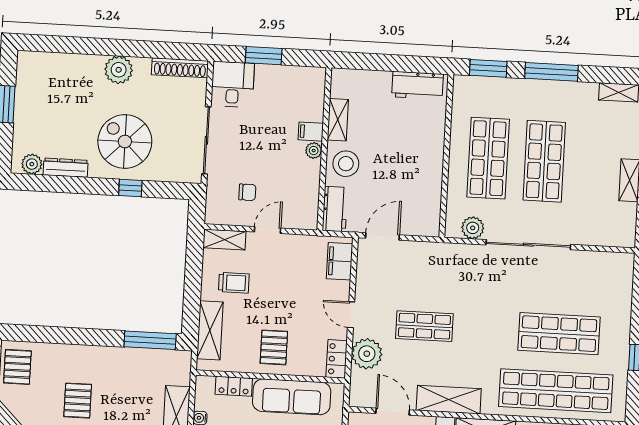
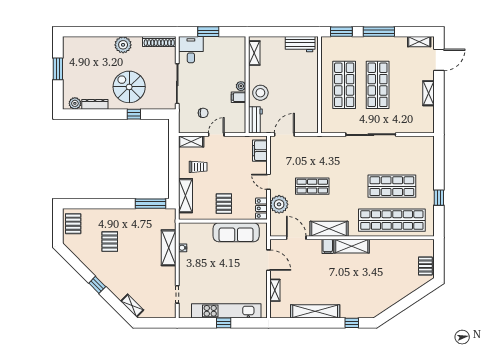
shelving: (338, 120) -> (254, 53), moved
filing cabinet: (311, 132) -> (239, 97), moved
plant: (473, 228) -> (337, 126), removed
locker: (234, 386) -> (202, 228), removed

